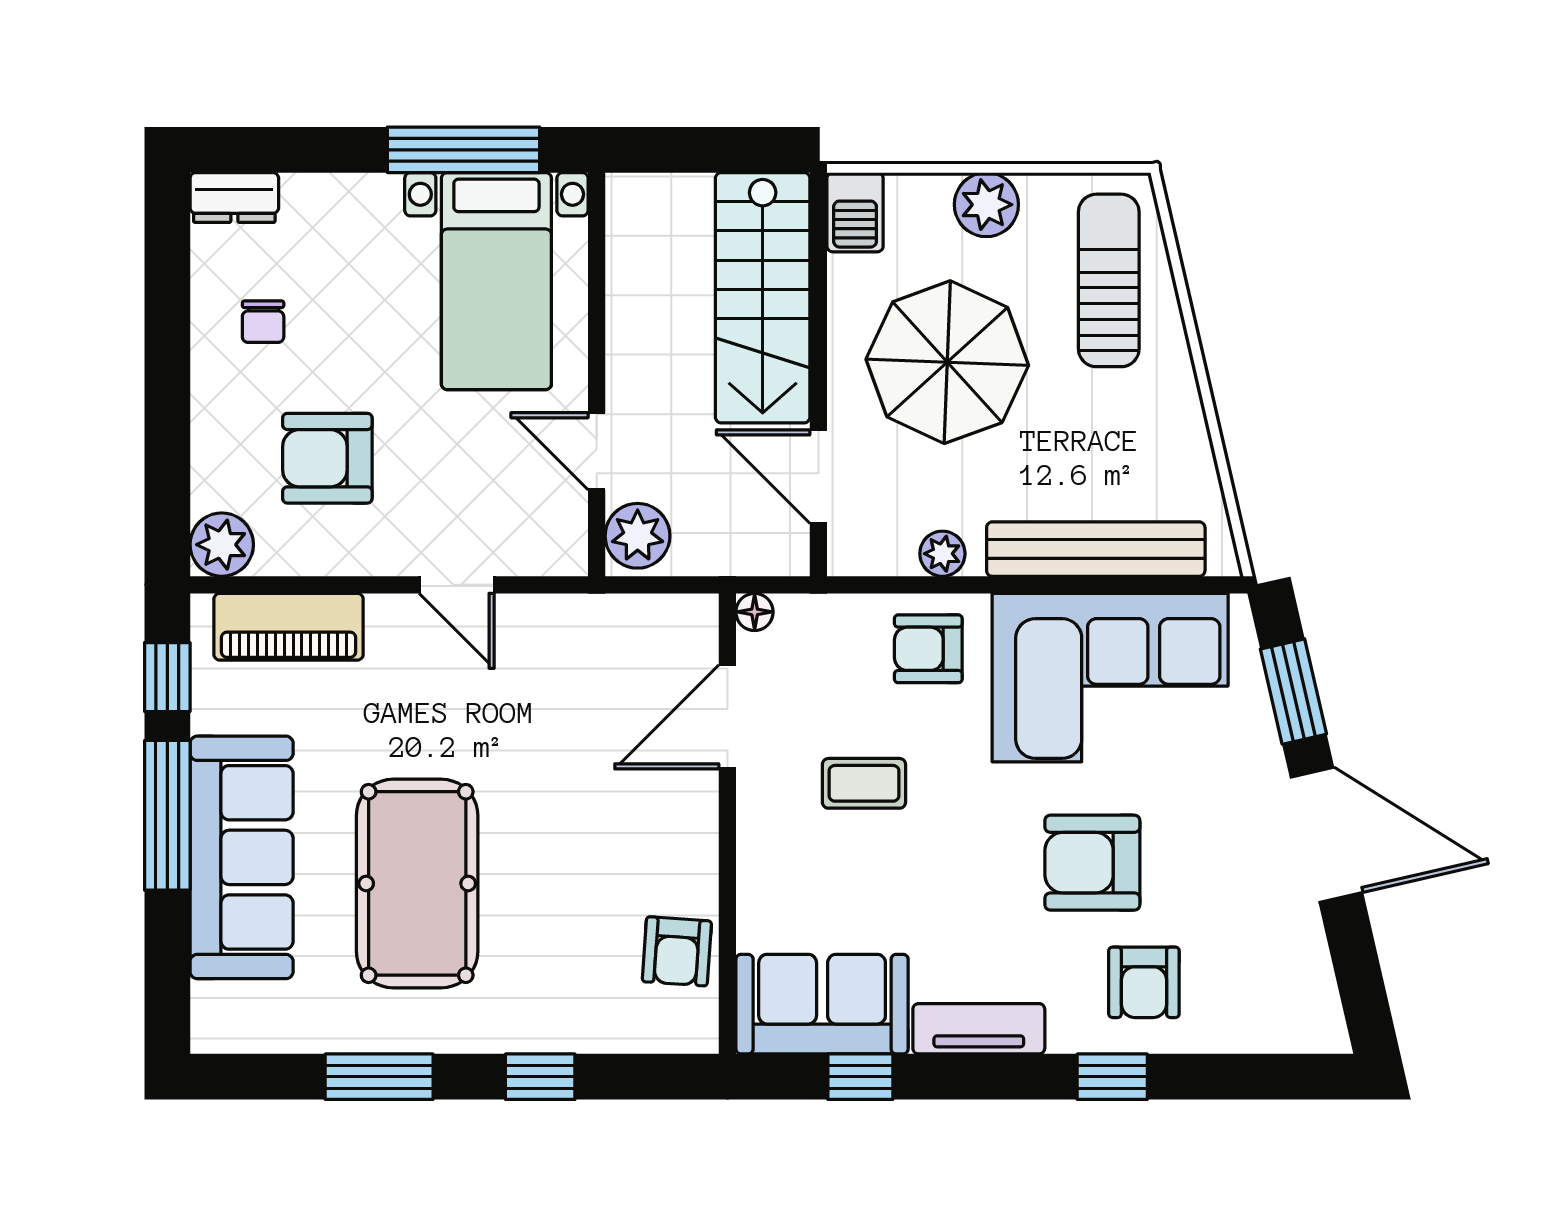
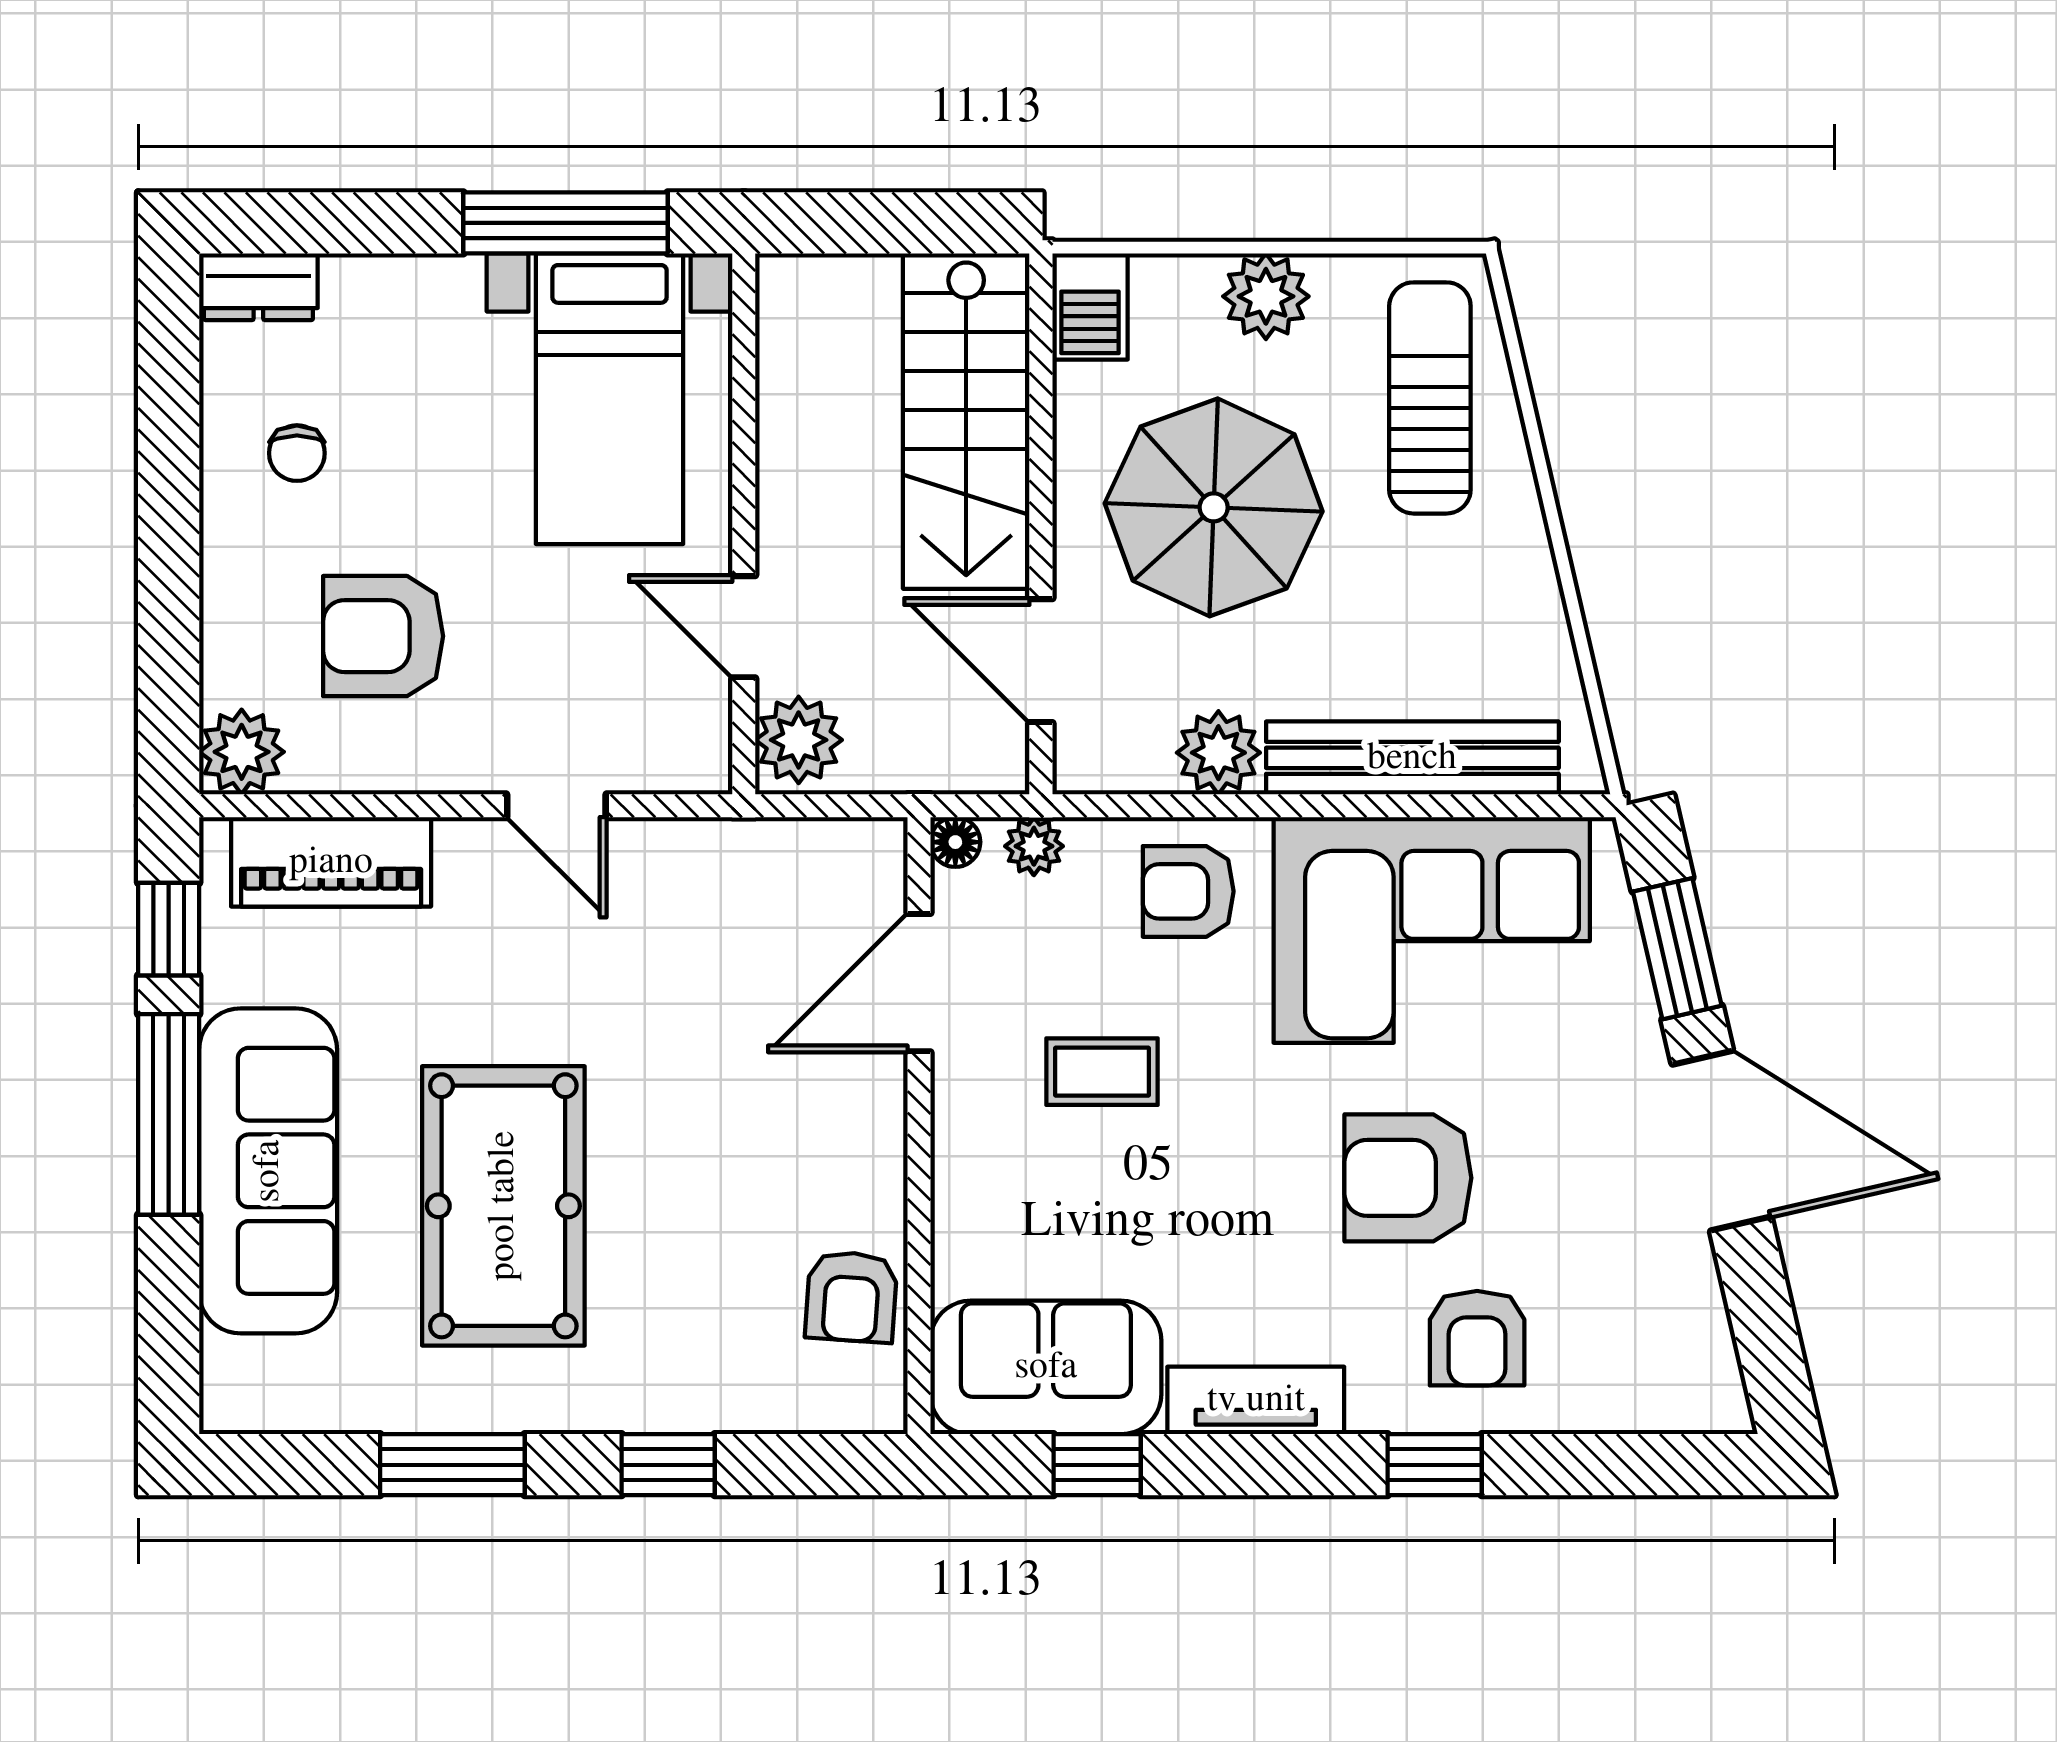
plant: (942, 554) -> (1218, 753), width x1.38, depth x1.38
plant: (813, 615) -> (1034, 846), added

